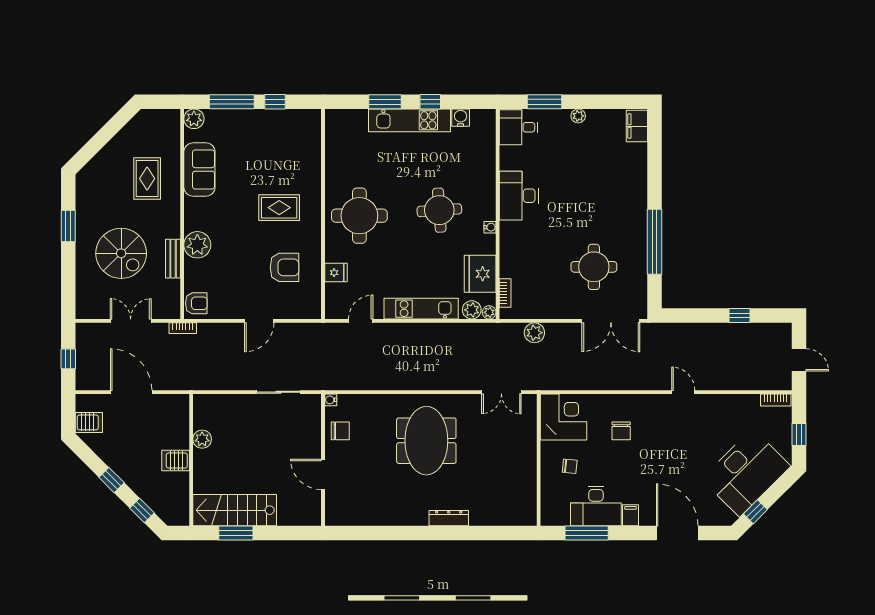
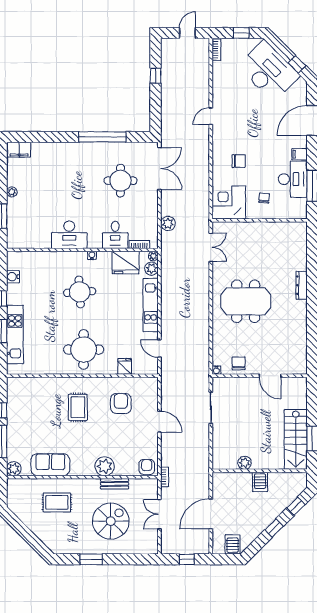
kitchen unit: (410, 120) -> (15, 335), moved
desk: (519, 127) -> (115, 235), moved
door: (323, 474) -> (270, 376), hinge flipped

